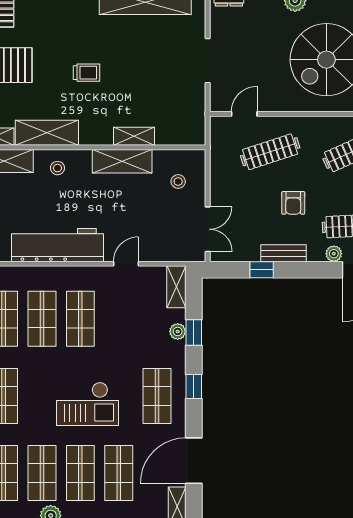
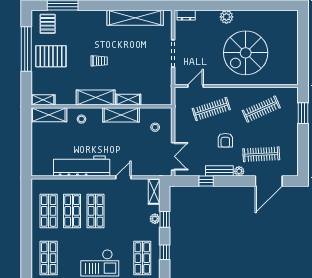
shelving: (47, 133) -> (96, 98), moved
plant: (334, 254) -> (239, 171), moved

